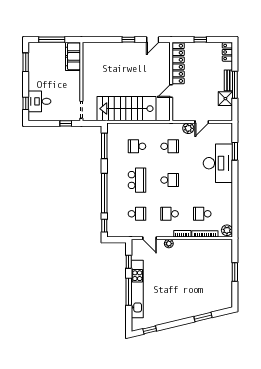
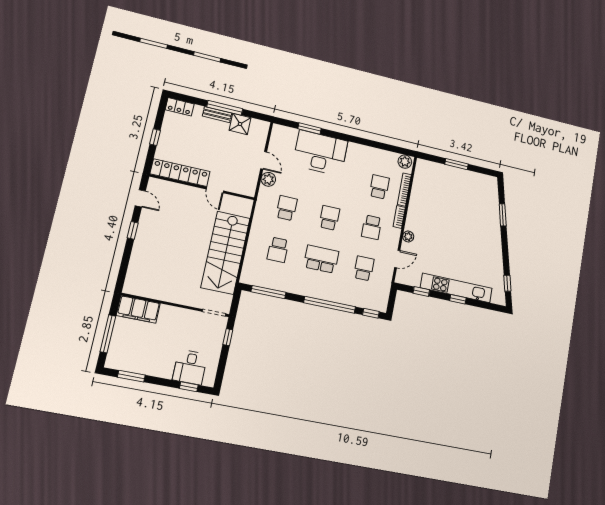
school desk: (202, 214) -> (379, 187), turned 180
window: (129, 292) -> (458, 299), width x0.46

